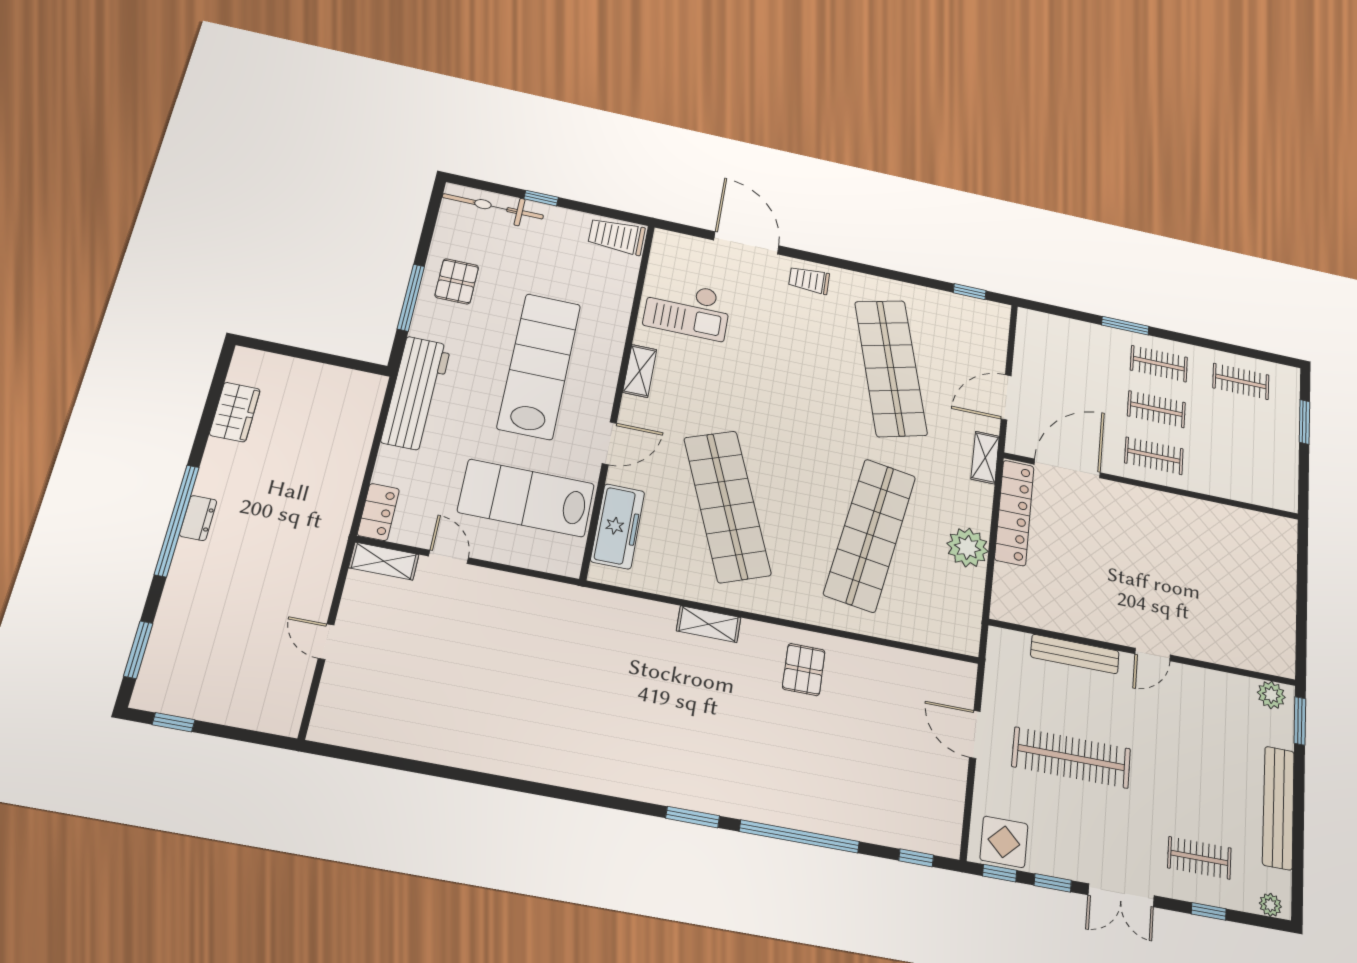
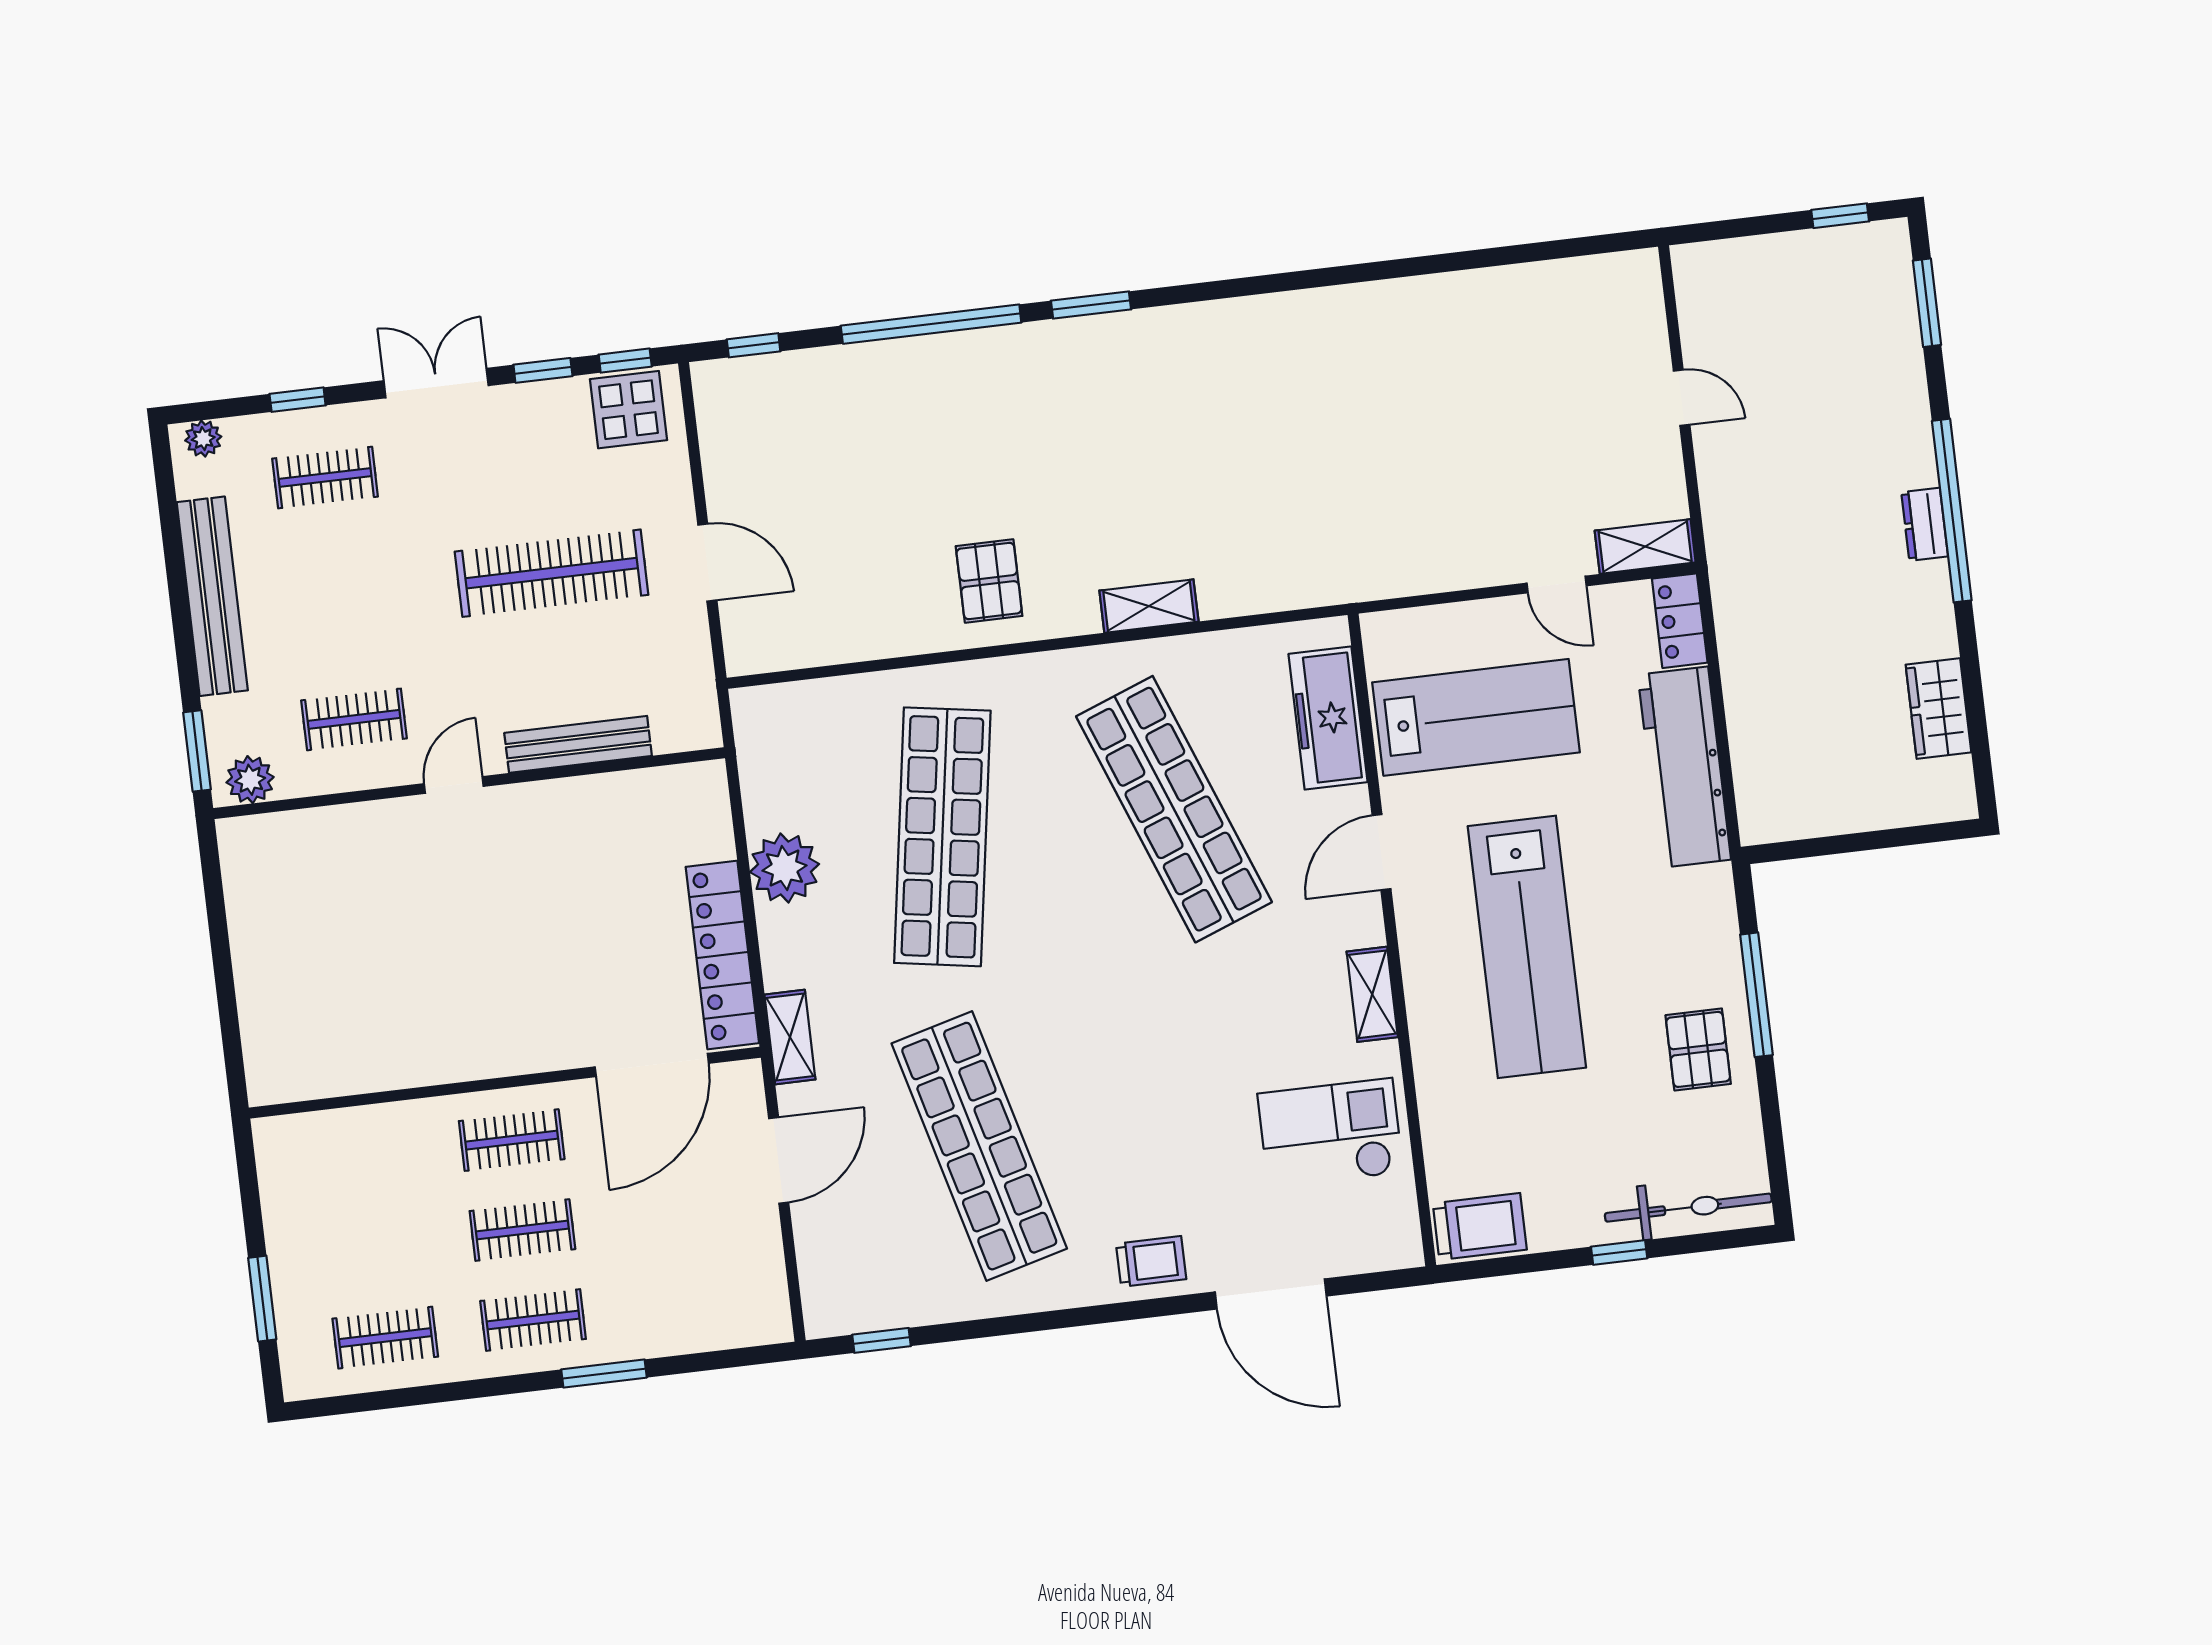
workbench: (416, 393) -> (1684, 767), moved
clothes rail: (1205, 710) -> (354, 719), added

